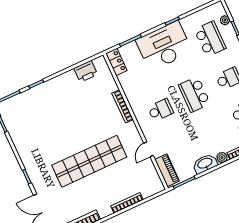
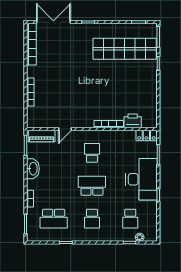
school desk: (210, 39) -> (130, 219), width x0.54
printer: (86, 71) -> (133, 121), moved, turned 90
school desk: (160, 110) -> (92, 153), turned 180
door: (148, 149) -> (65, 129), swing flipped
plant: (222, 157) -> (31, 184), removed
shop shelf: (89, 161) -> (125, 49), moved, turned 90

